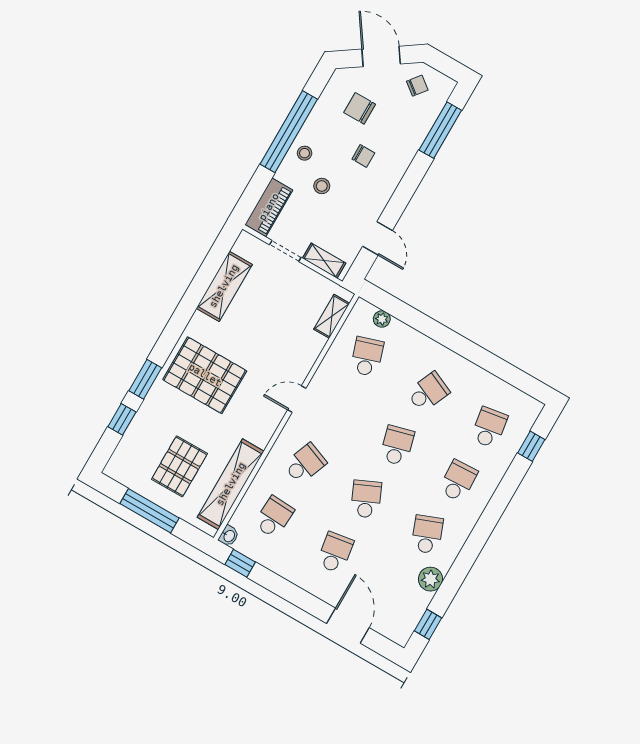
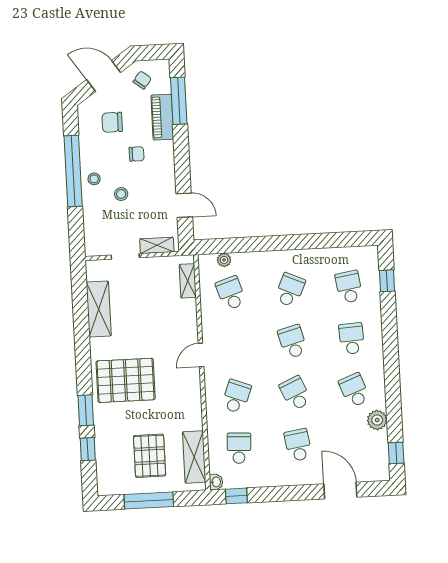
piano: (269, 207) -> (162, 117), moved, turned 180
shelving: (231, 484) -> (194, 457), width x0.68

